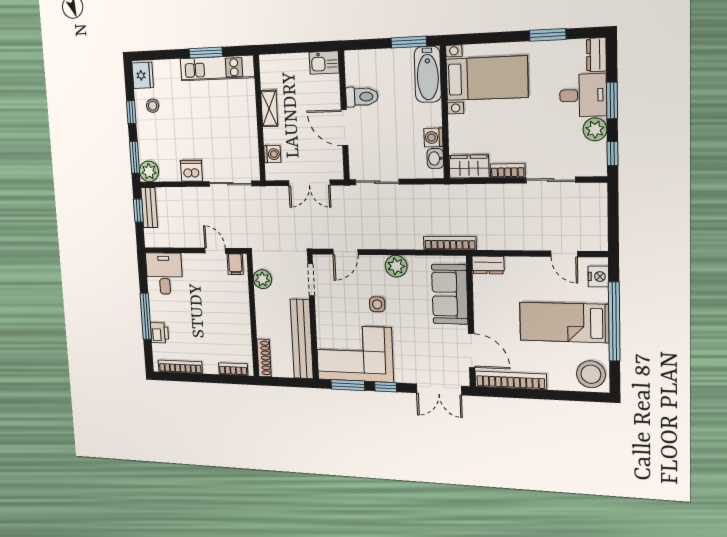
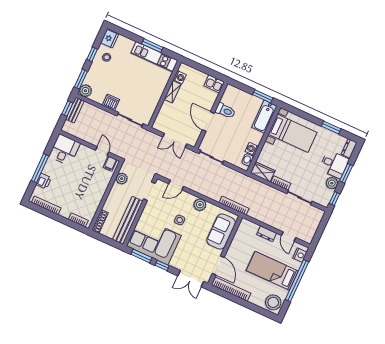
washing machine: (272, 154) -> (180, 77), moved
dresser: (488, 265) -> (267, 234), moved

